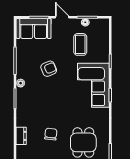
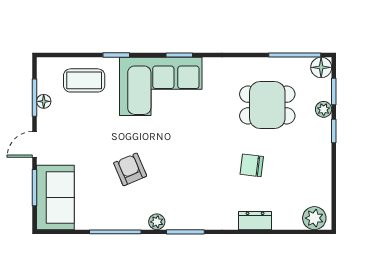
coffee table: (80, 44) -> (84, 80), moved

